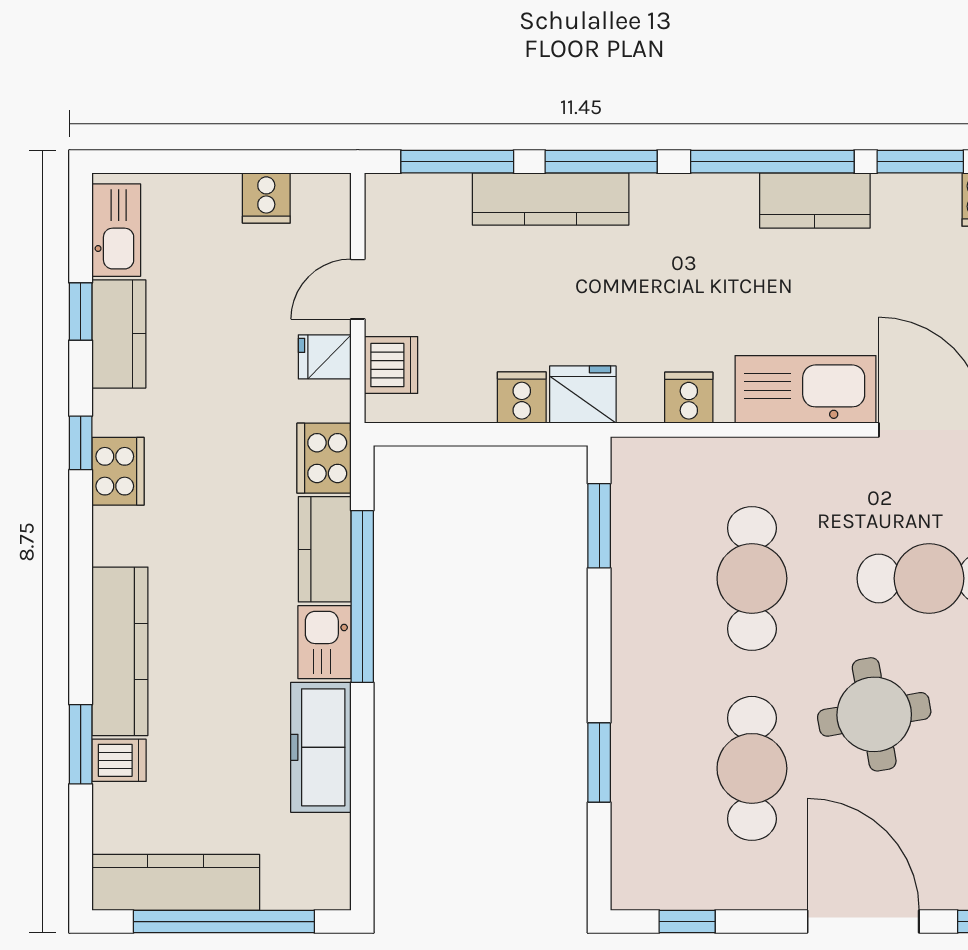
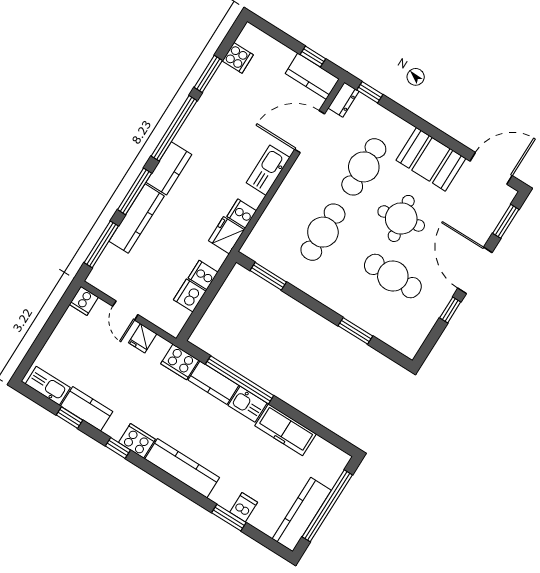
cooker: (266, 198) -> (84, 301), moved, turned 90
kitchen counter: (815, 200) -> (169, 168), moved
dishwasher: (391, 365) -> (190, 296), moved, turned -90
kitchen sink: (806, 389) -> (268, 170), width x0.73, depth x0.81
fridge: (583, 395) -> (227, 235), moved
cafe table: (752, 578) -> (323, 232), turned 90
kitchen counter: (120, 651) -> (182, 468), moved
window: (687, 922) -> (450, 310), moved
door: (863, 922) -> (475, 270), hinge flipped

